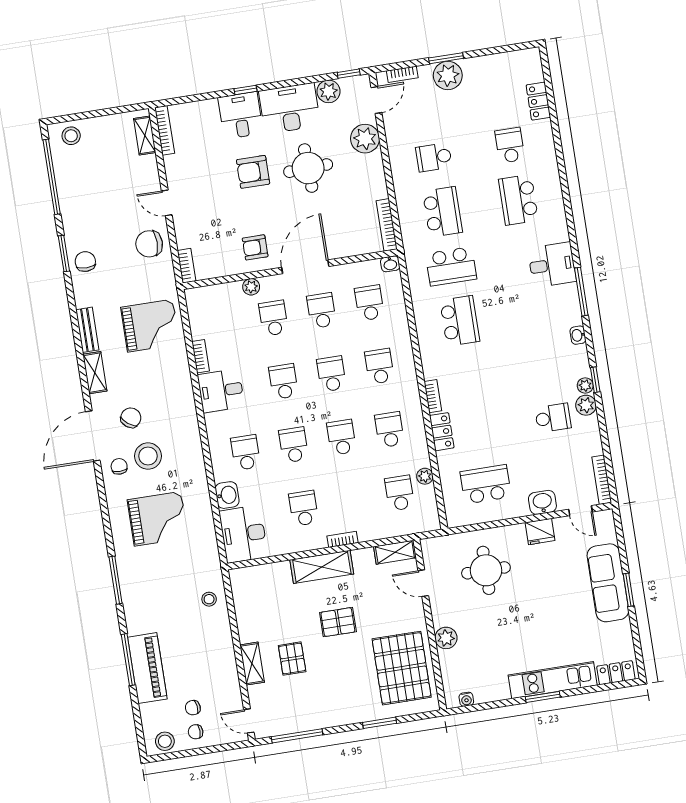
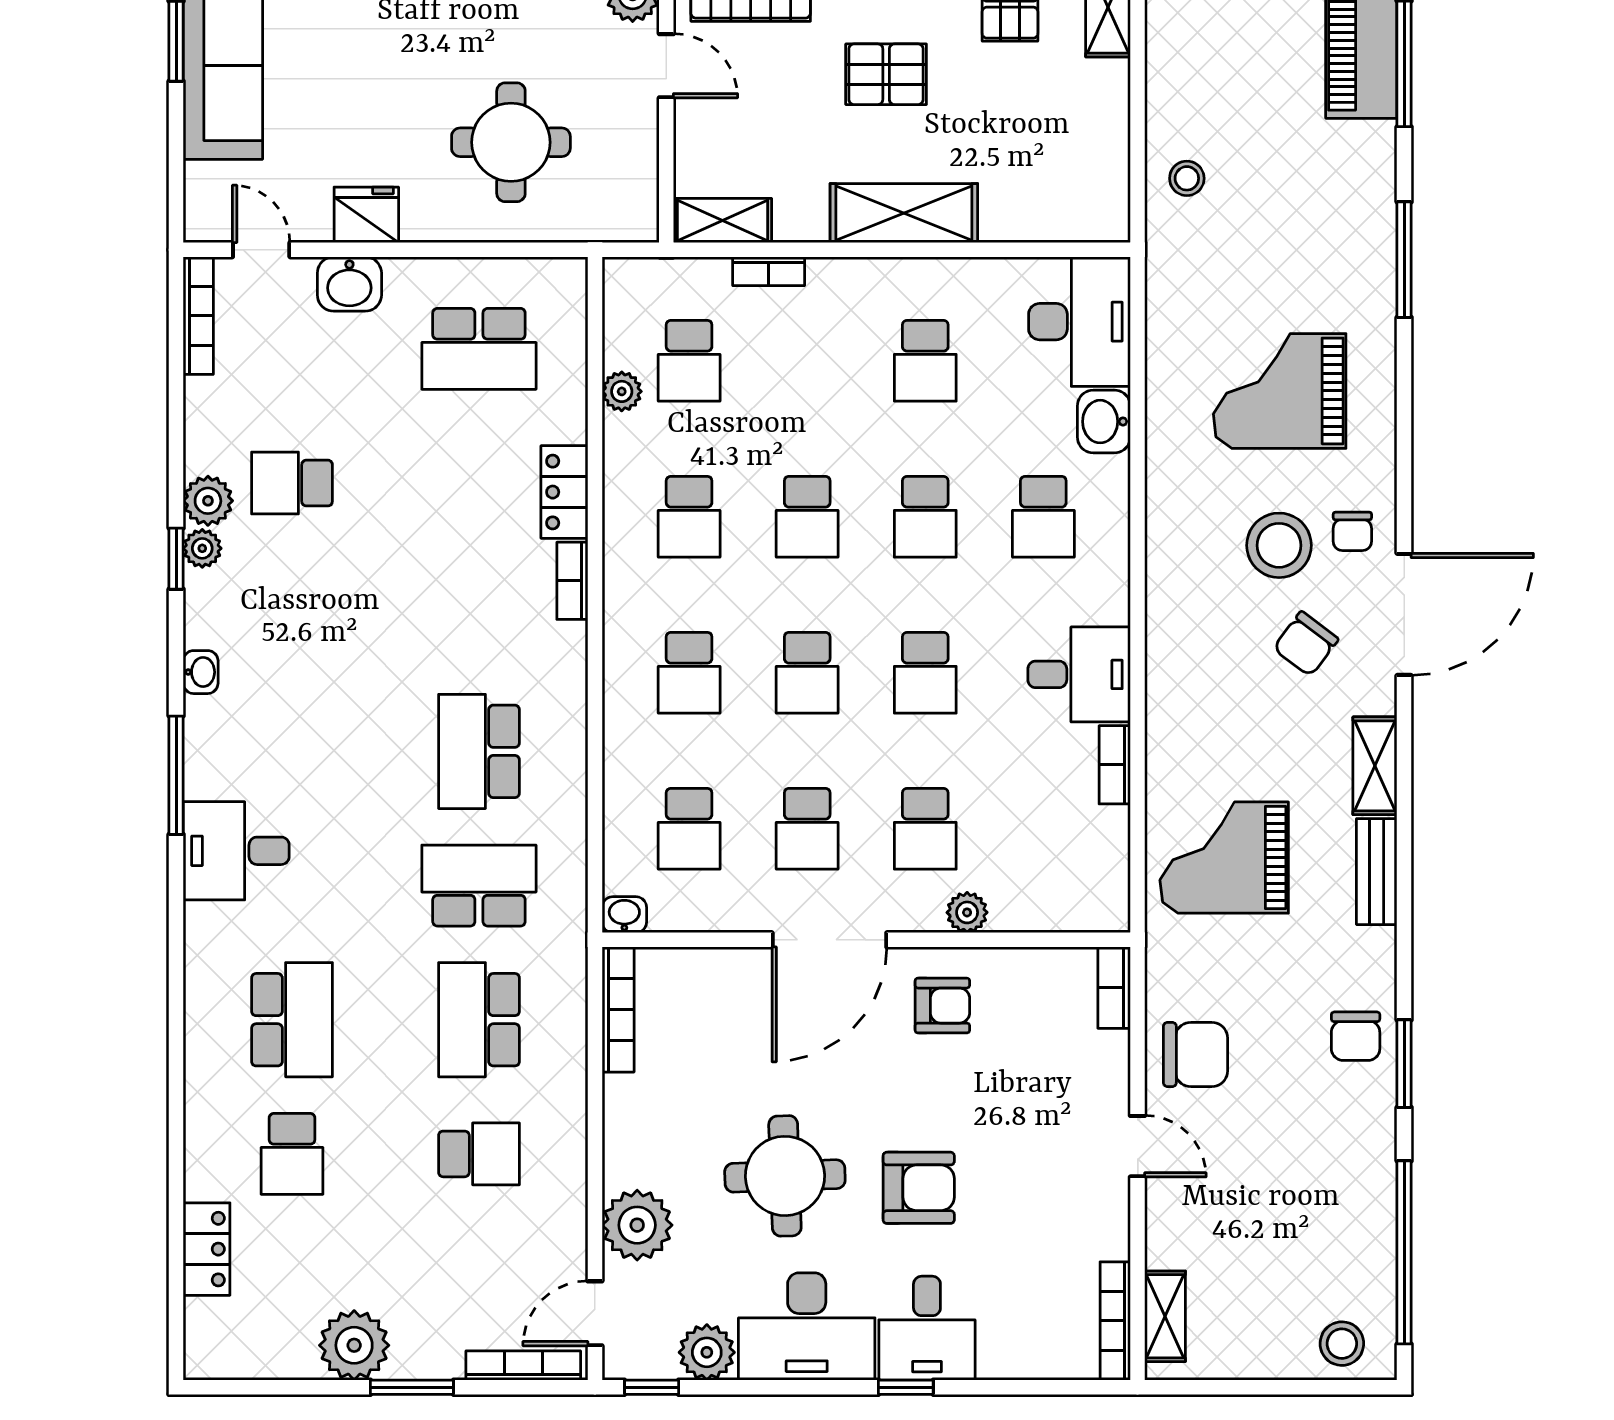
bookcase: (402, 74) -> (523, 1365), width x1.56
plant: (448, 75) -> (354, 1345), moved
bookcase: (343, 539) -> (769, 271), moved
door: (423, 583) -> (666, 66), moved

